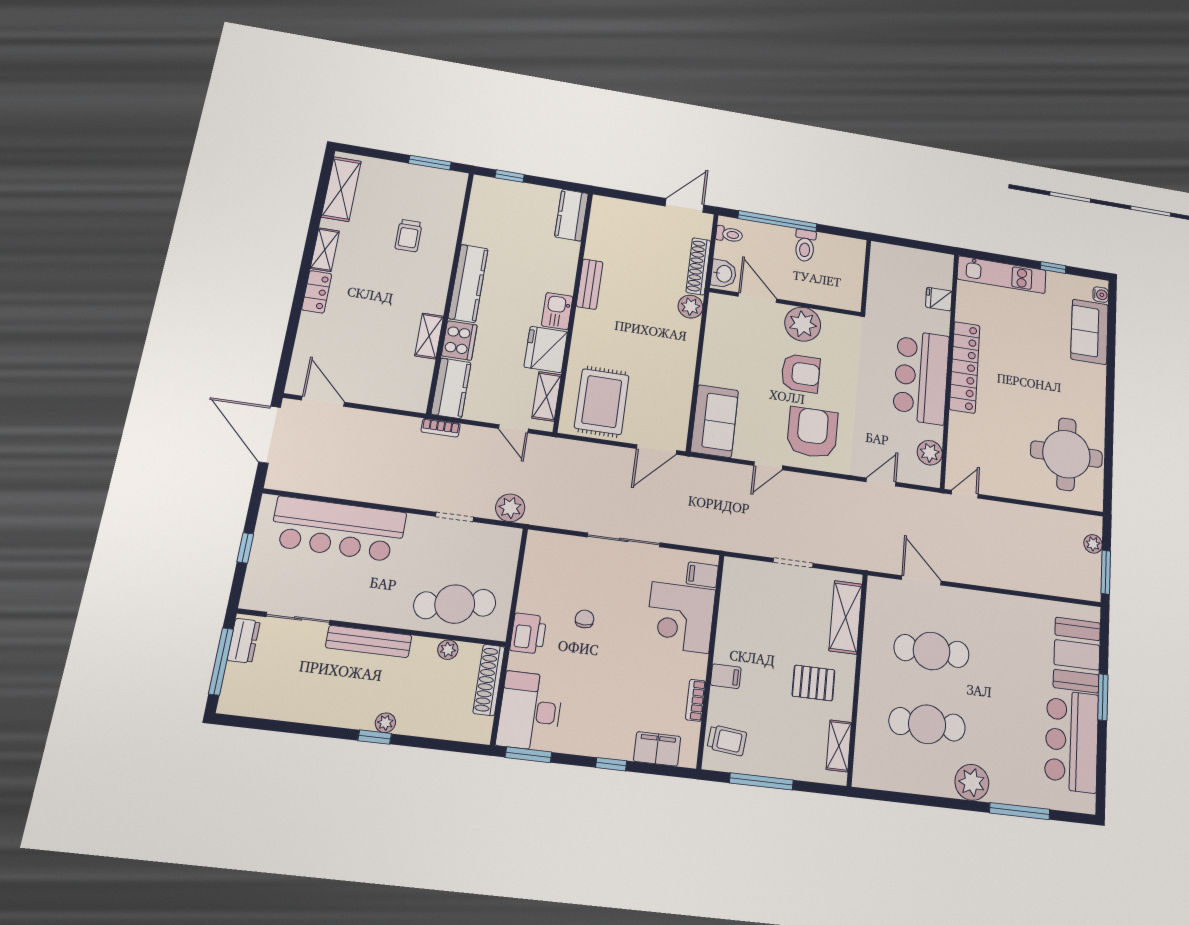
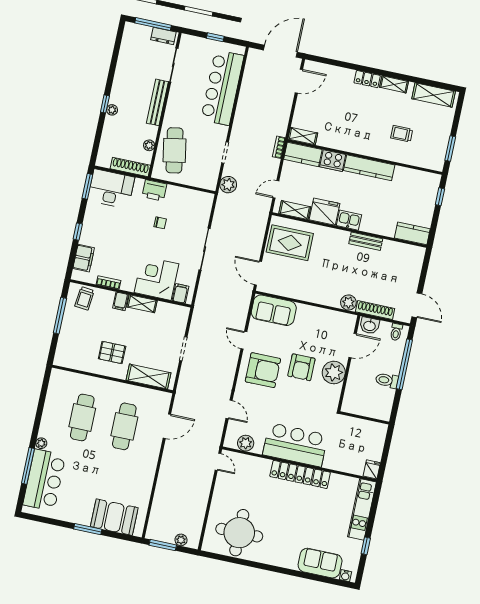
fridge: (939, 299) -> (372, 469), moved
shelving: (429, 336) -> (303, 136), moved
pallet: (813, 683) -> (112, 352), turned 90
bar counter: (1072, 741) -> (44, 480), moved, turned 90
shelving: (839, 746) -> (142, 304), moved
plant: (972, 782) -> (41, 443), width x0.53, depth x0.53

